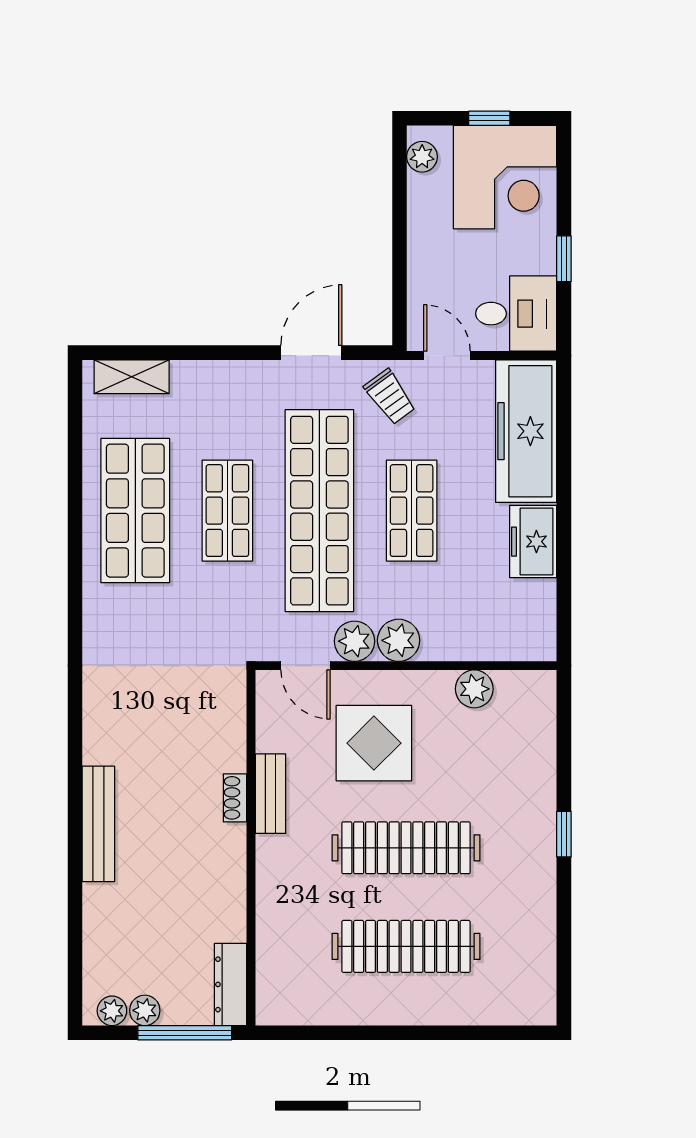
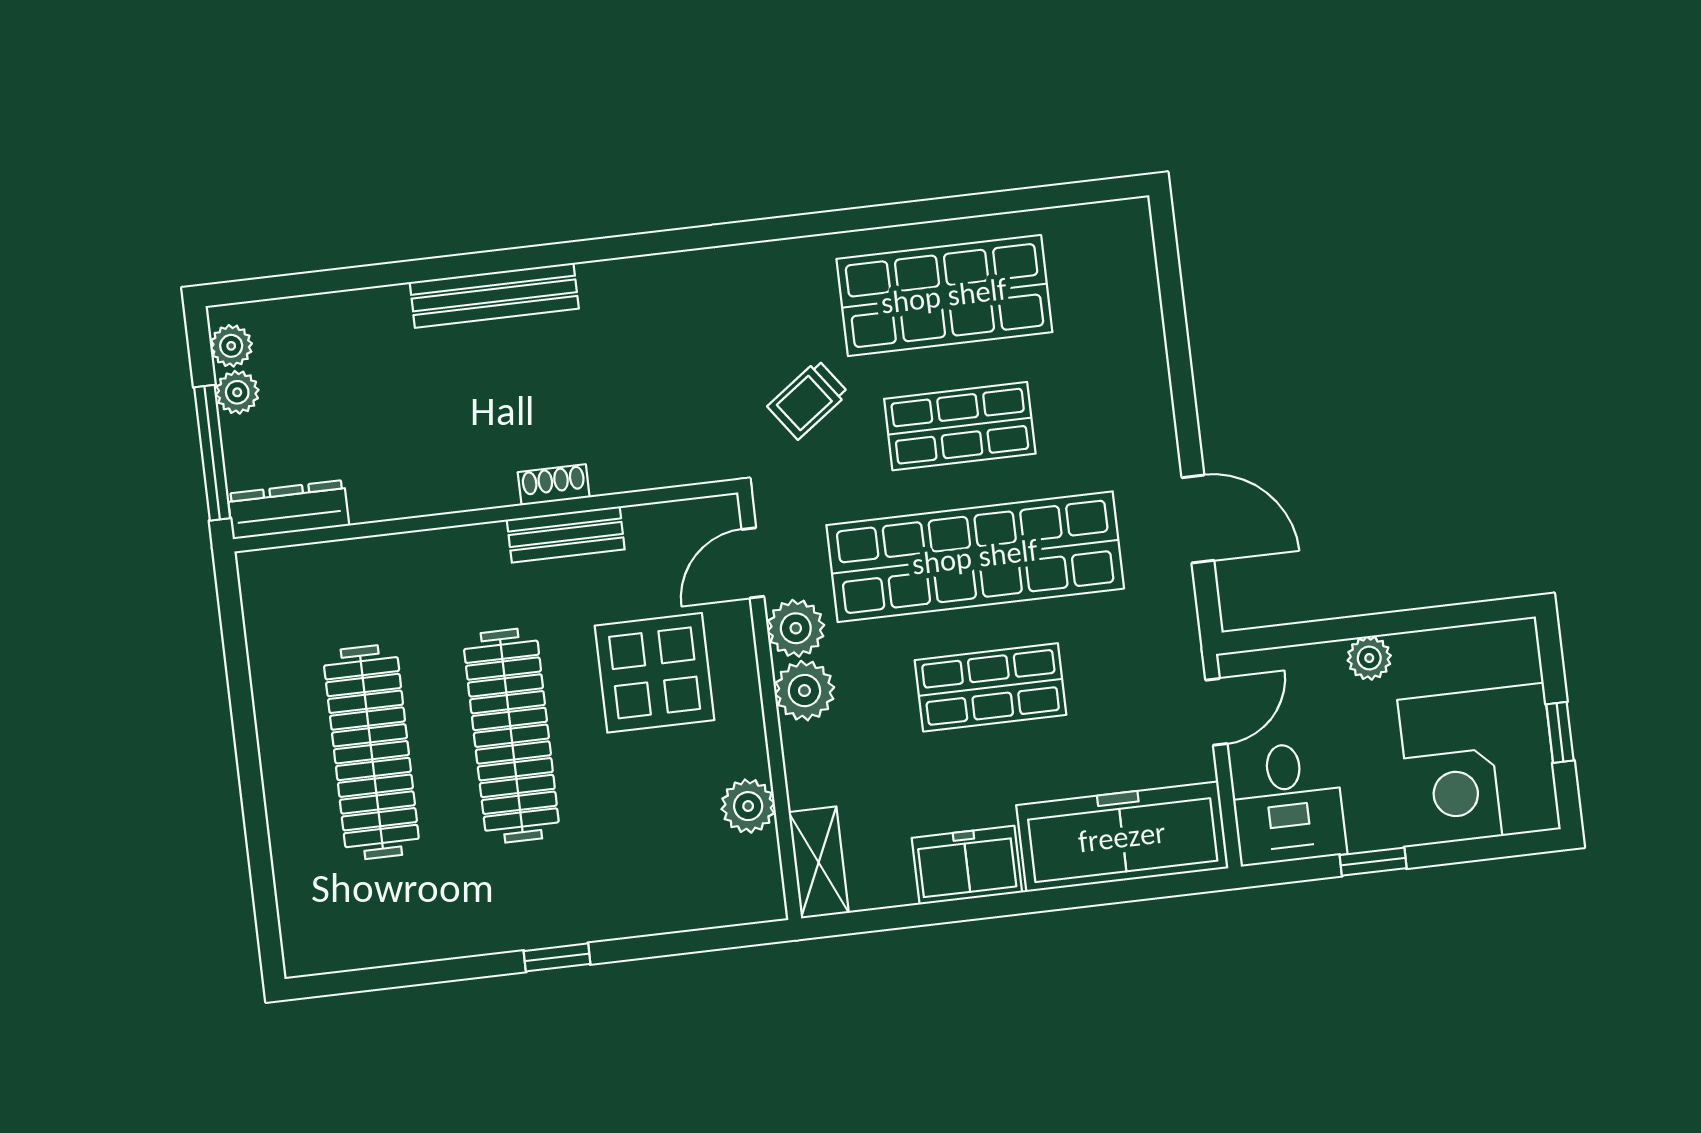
plant: (422, 157) -> (1369, 658), moved
shelving: (132, 377) -> (819, 862), moved
trolley: (390, 397) -> (808, 400), moved

